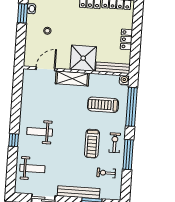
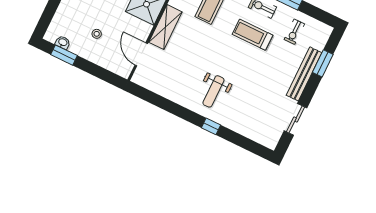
treadmill: (92, 144) -> (253, 35), turned 180
weight bench: (32, 169) -> (254, 118), removed

